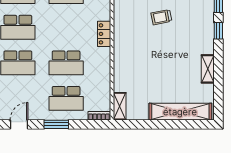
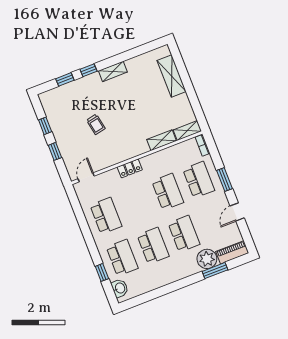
shelving: (208, 69) -> (113, 71), moved
shelving: (120, 77) -> (162, 140), added
shelving: (180, 112) -> (172, 76), width x0.68
door: (19, 124) -> (237, 212), hinge flipped

